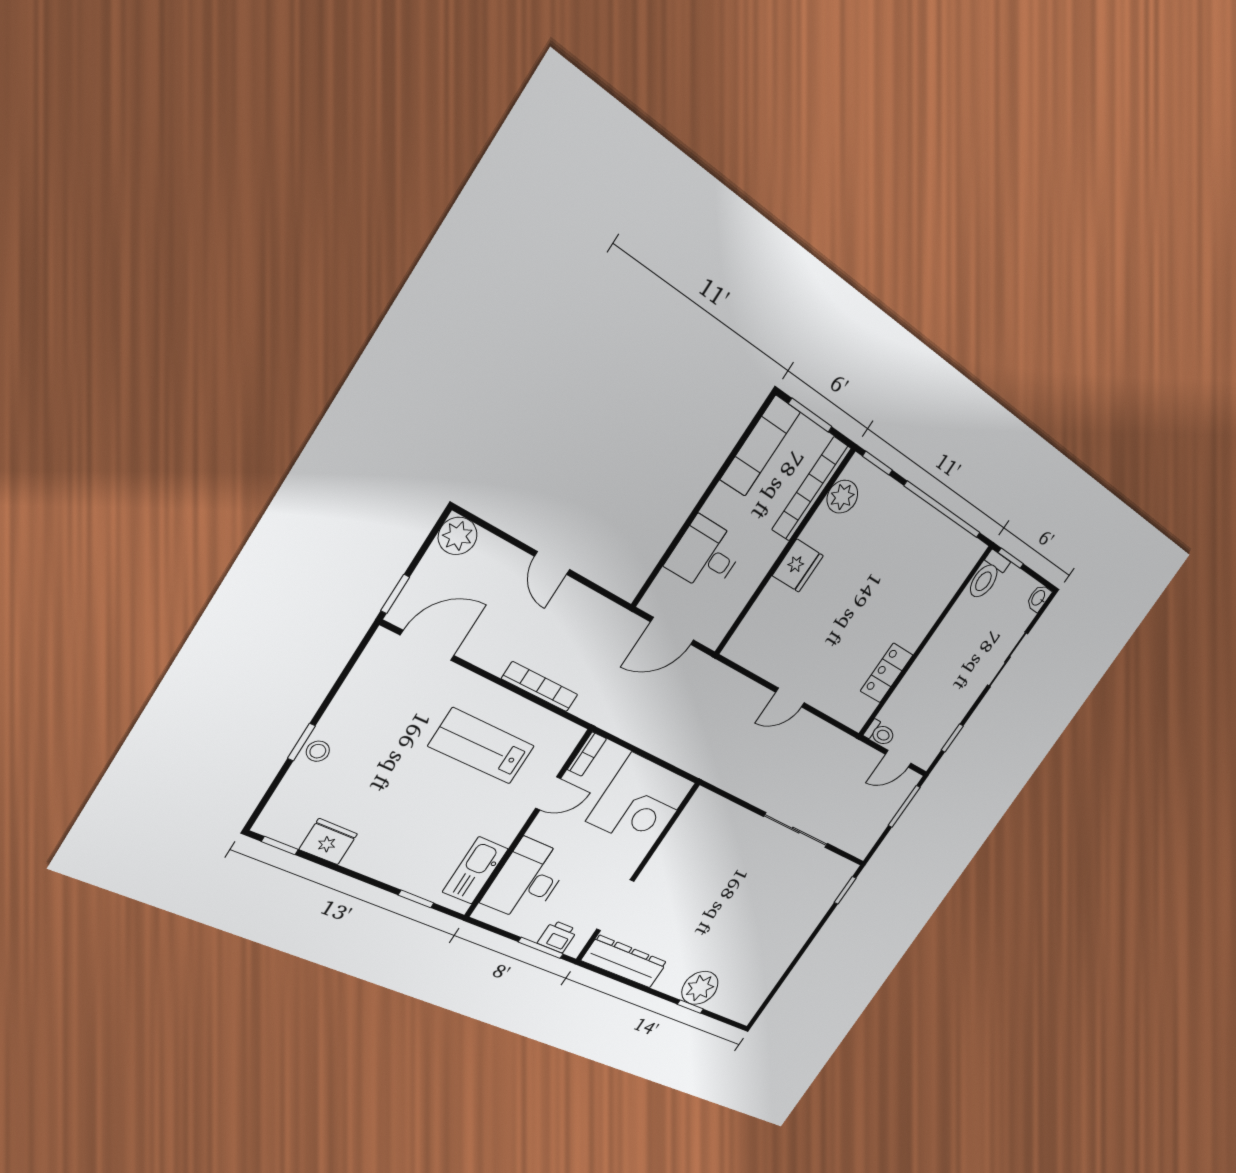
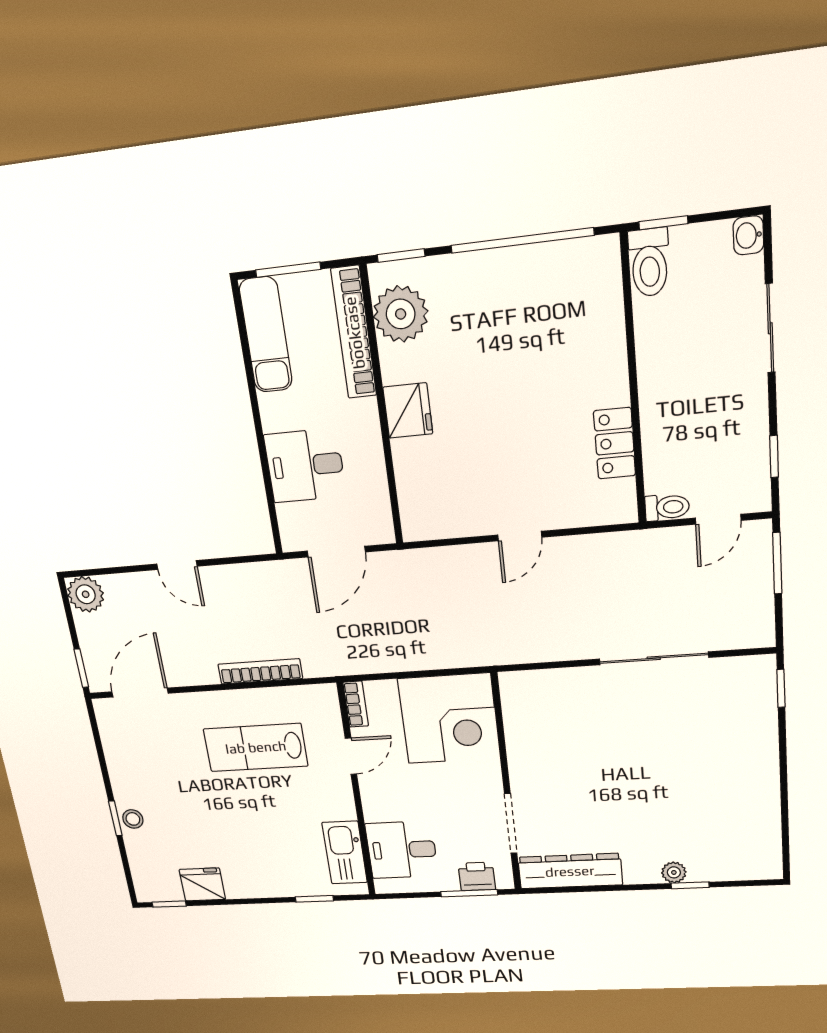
plant: (842, 497) -> (401, 314), width x1.36, depth x1.36
desk: (527, 880) -> (402, 850), width x0.73
plant: (700, 988) -> (674, 872), width x0.53, depth x0.53

